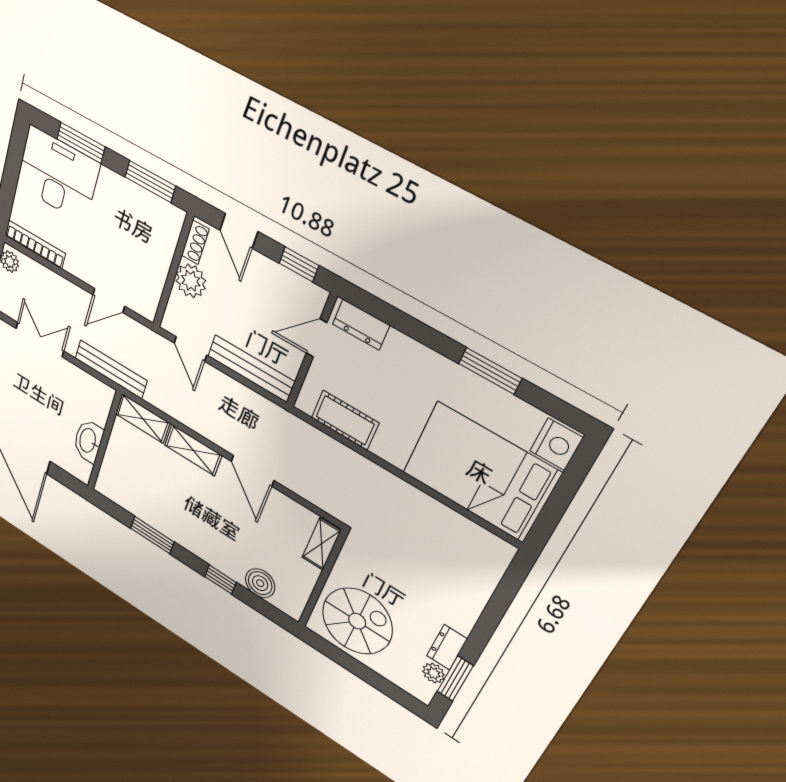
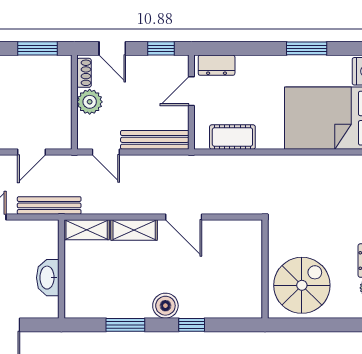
shelving: (321, 544) -> (253, 241), removed
boiler: (260, 583) -> (165, 306), moved

